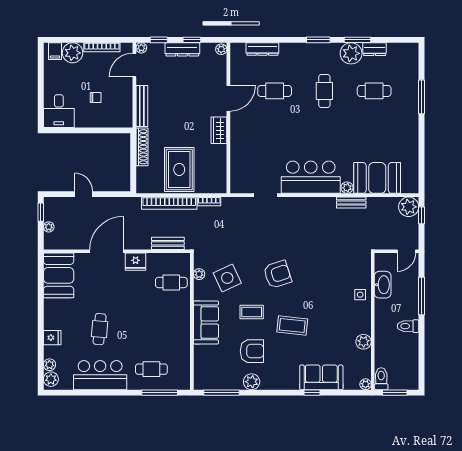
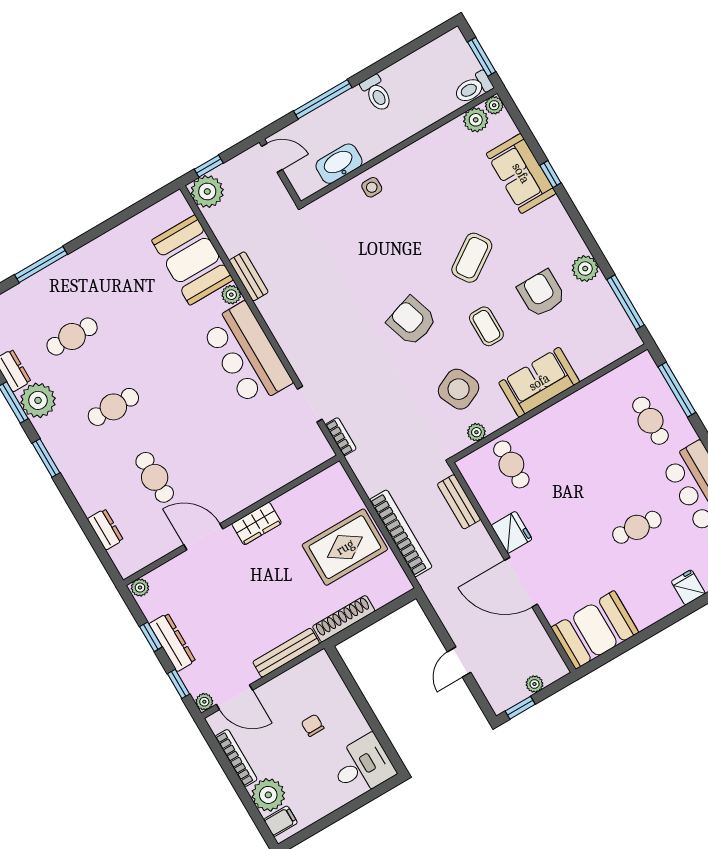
dresser: (262, 49) -> (105, 529), width x0.70
cafe table: (374, 91) -> (72, 337), turned 90
bookcase: (209, 201) -> (341, 437), moved
coffee table: (292, 326) -> (472, 258), turned 50
plant: (364, 342) -> (476, 120), moved

